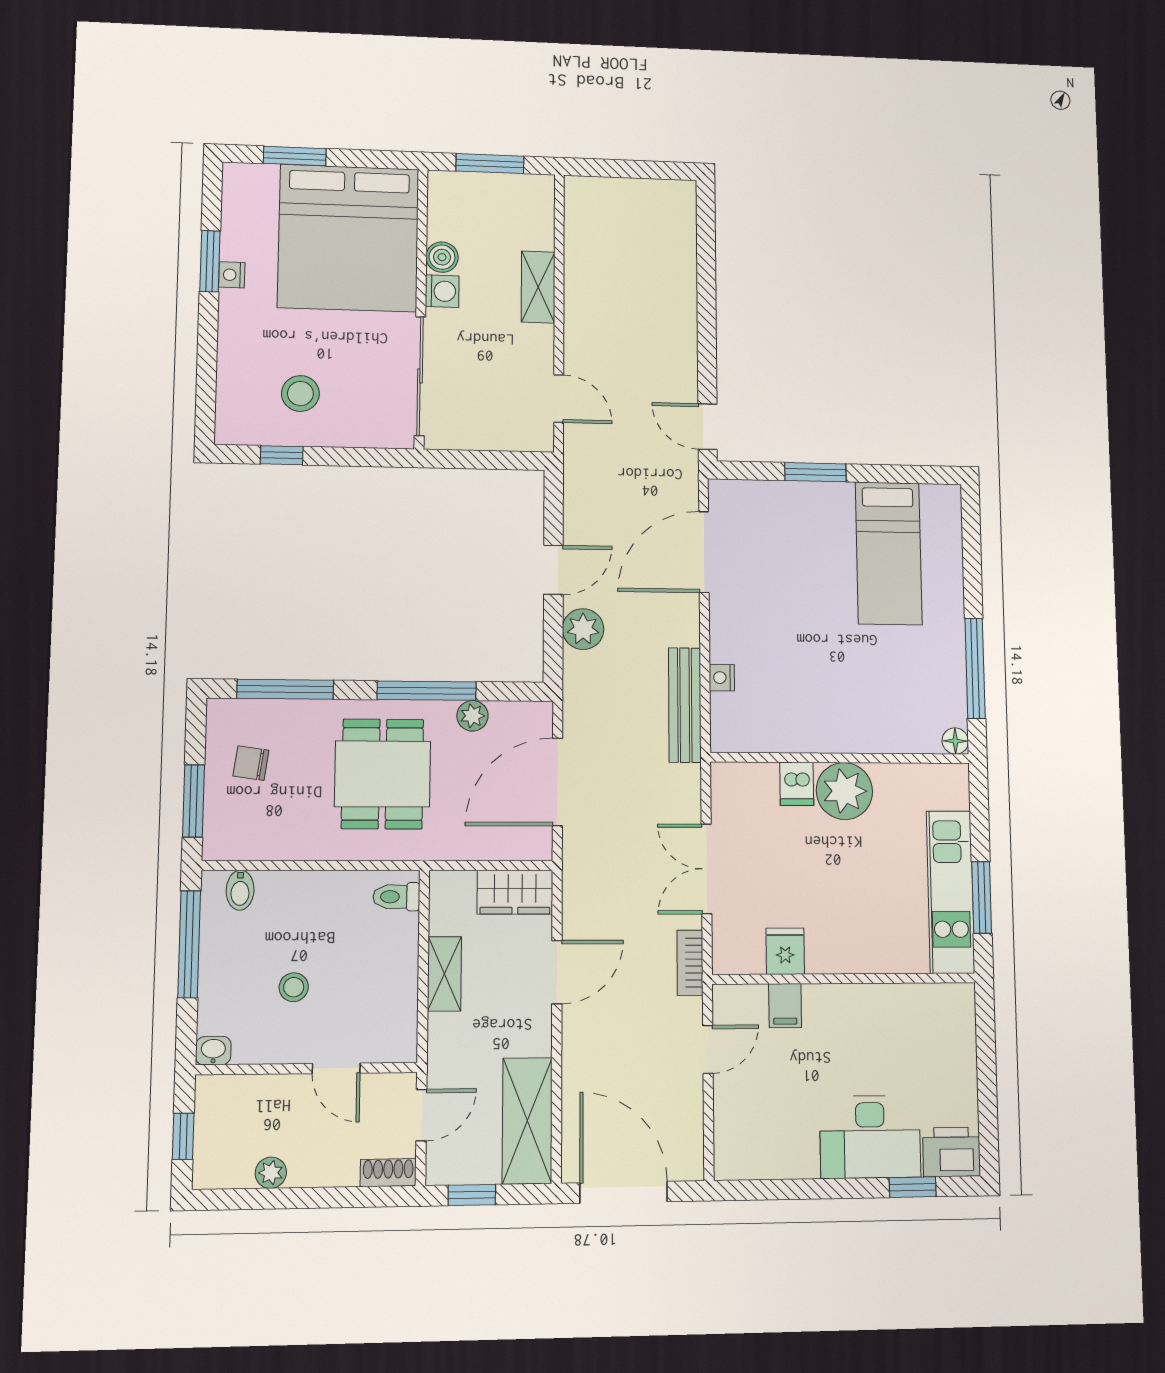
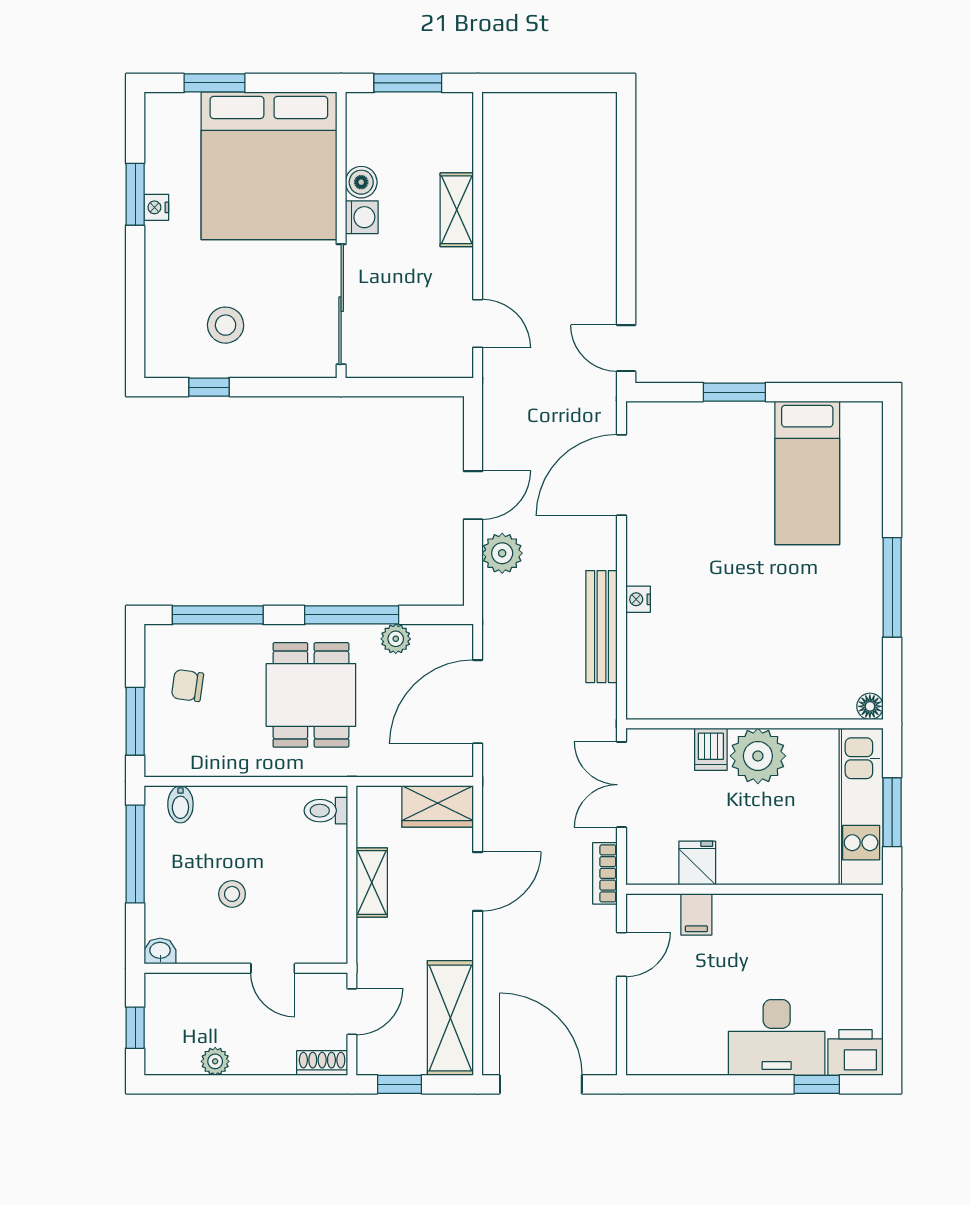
floor lamp: (955, 741) -> (870, 706), moved
wall: (840, 758) -> (754, 724), moved
dishwasher: (797, 784) -> (711, 749), moved
plant: (844, 791) -> (758, 756), moved

